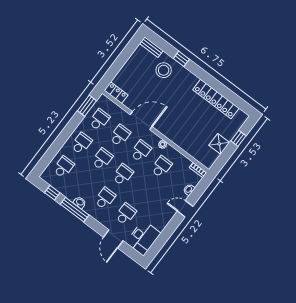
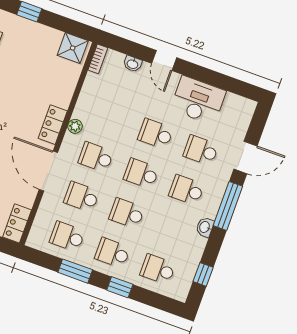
window: (87, 106) -> (75, 271), moved
locker: (168, 132) -> (53, 125), added
window: (60, 141) -> (120, 287), added
shower: (219, 144) -> (73, 48), moved
school desk: (161, 167) -> (156, 134), moved
window: (75, 210) -> (228, 206), moved
desk: (143, 238) -> (198, 100), moved

